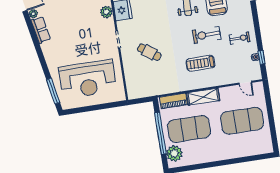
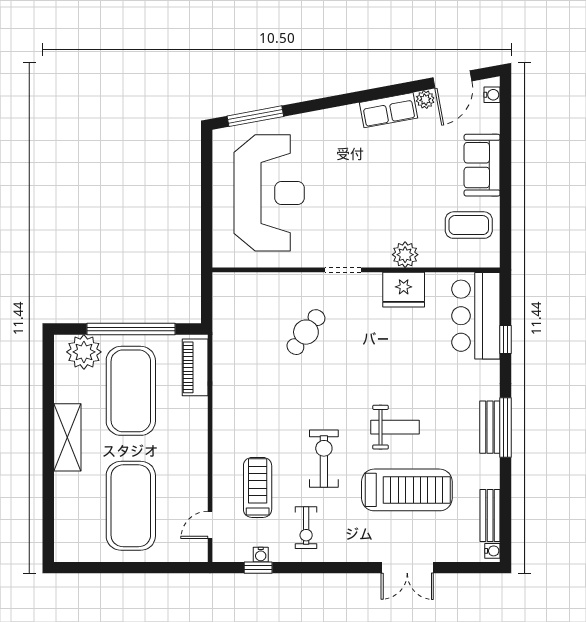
treadmill: (201, 63) -> (258, 487), moved
reception desk: (88, 79) -> (269, 193), turned 180
shelving: (203, 97) -> (67, 437), moved

